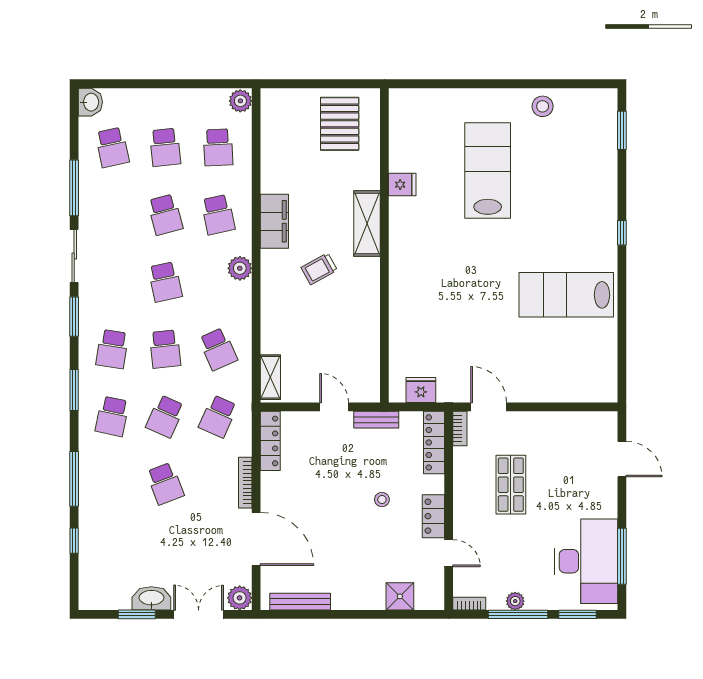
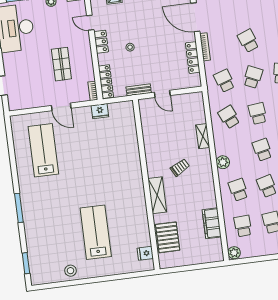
pallet: (340, 124) -> (168, 237), moved
lab bench: (488, 170) -> (96, 232), turned 180
fridge: (402, 185) -> (145, 253), moved
filing cabinet: (274, 221) -> (212, 223), moved
window: (622, 233) -> (19, 208), width x2.17
lab bench: (566, 295) -> (43, 150), moved, turned -90
shelving: (270, 377) -> (203, 136), moved
fridge: (421, 390) -> (100, 111), moved
door: (489, 407) -> (61, 107), moved
school desk: (218, 416) -> (224, 81), turned -42
locker: (270, 441) -> (193, 58), moved

